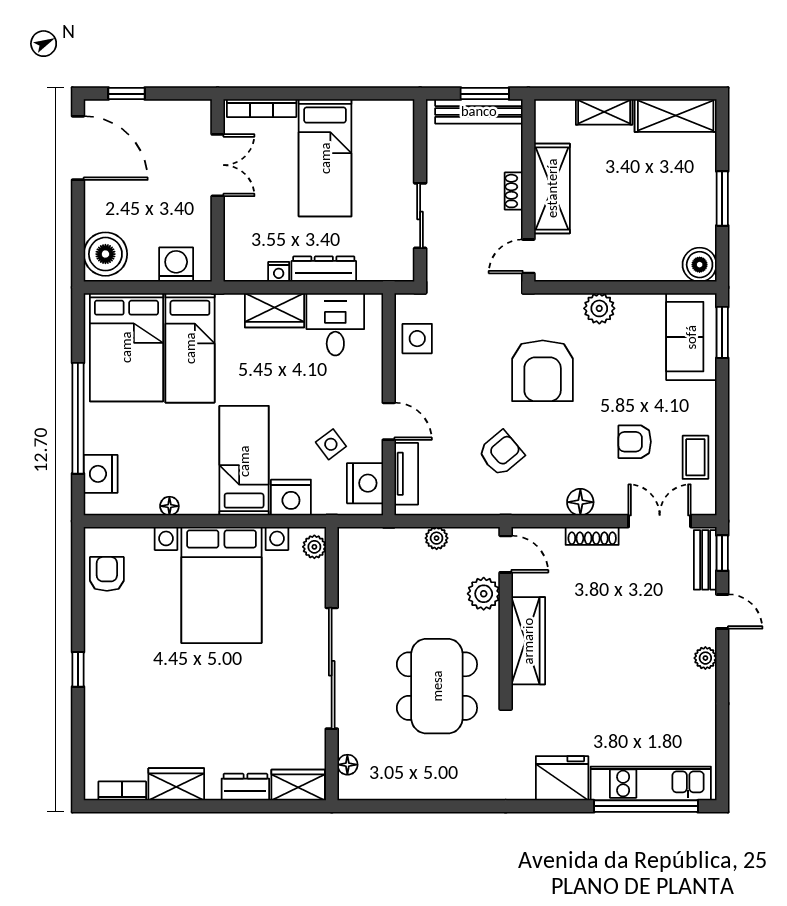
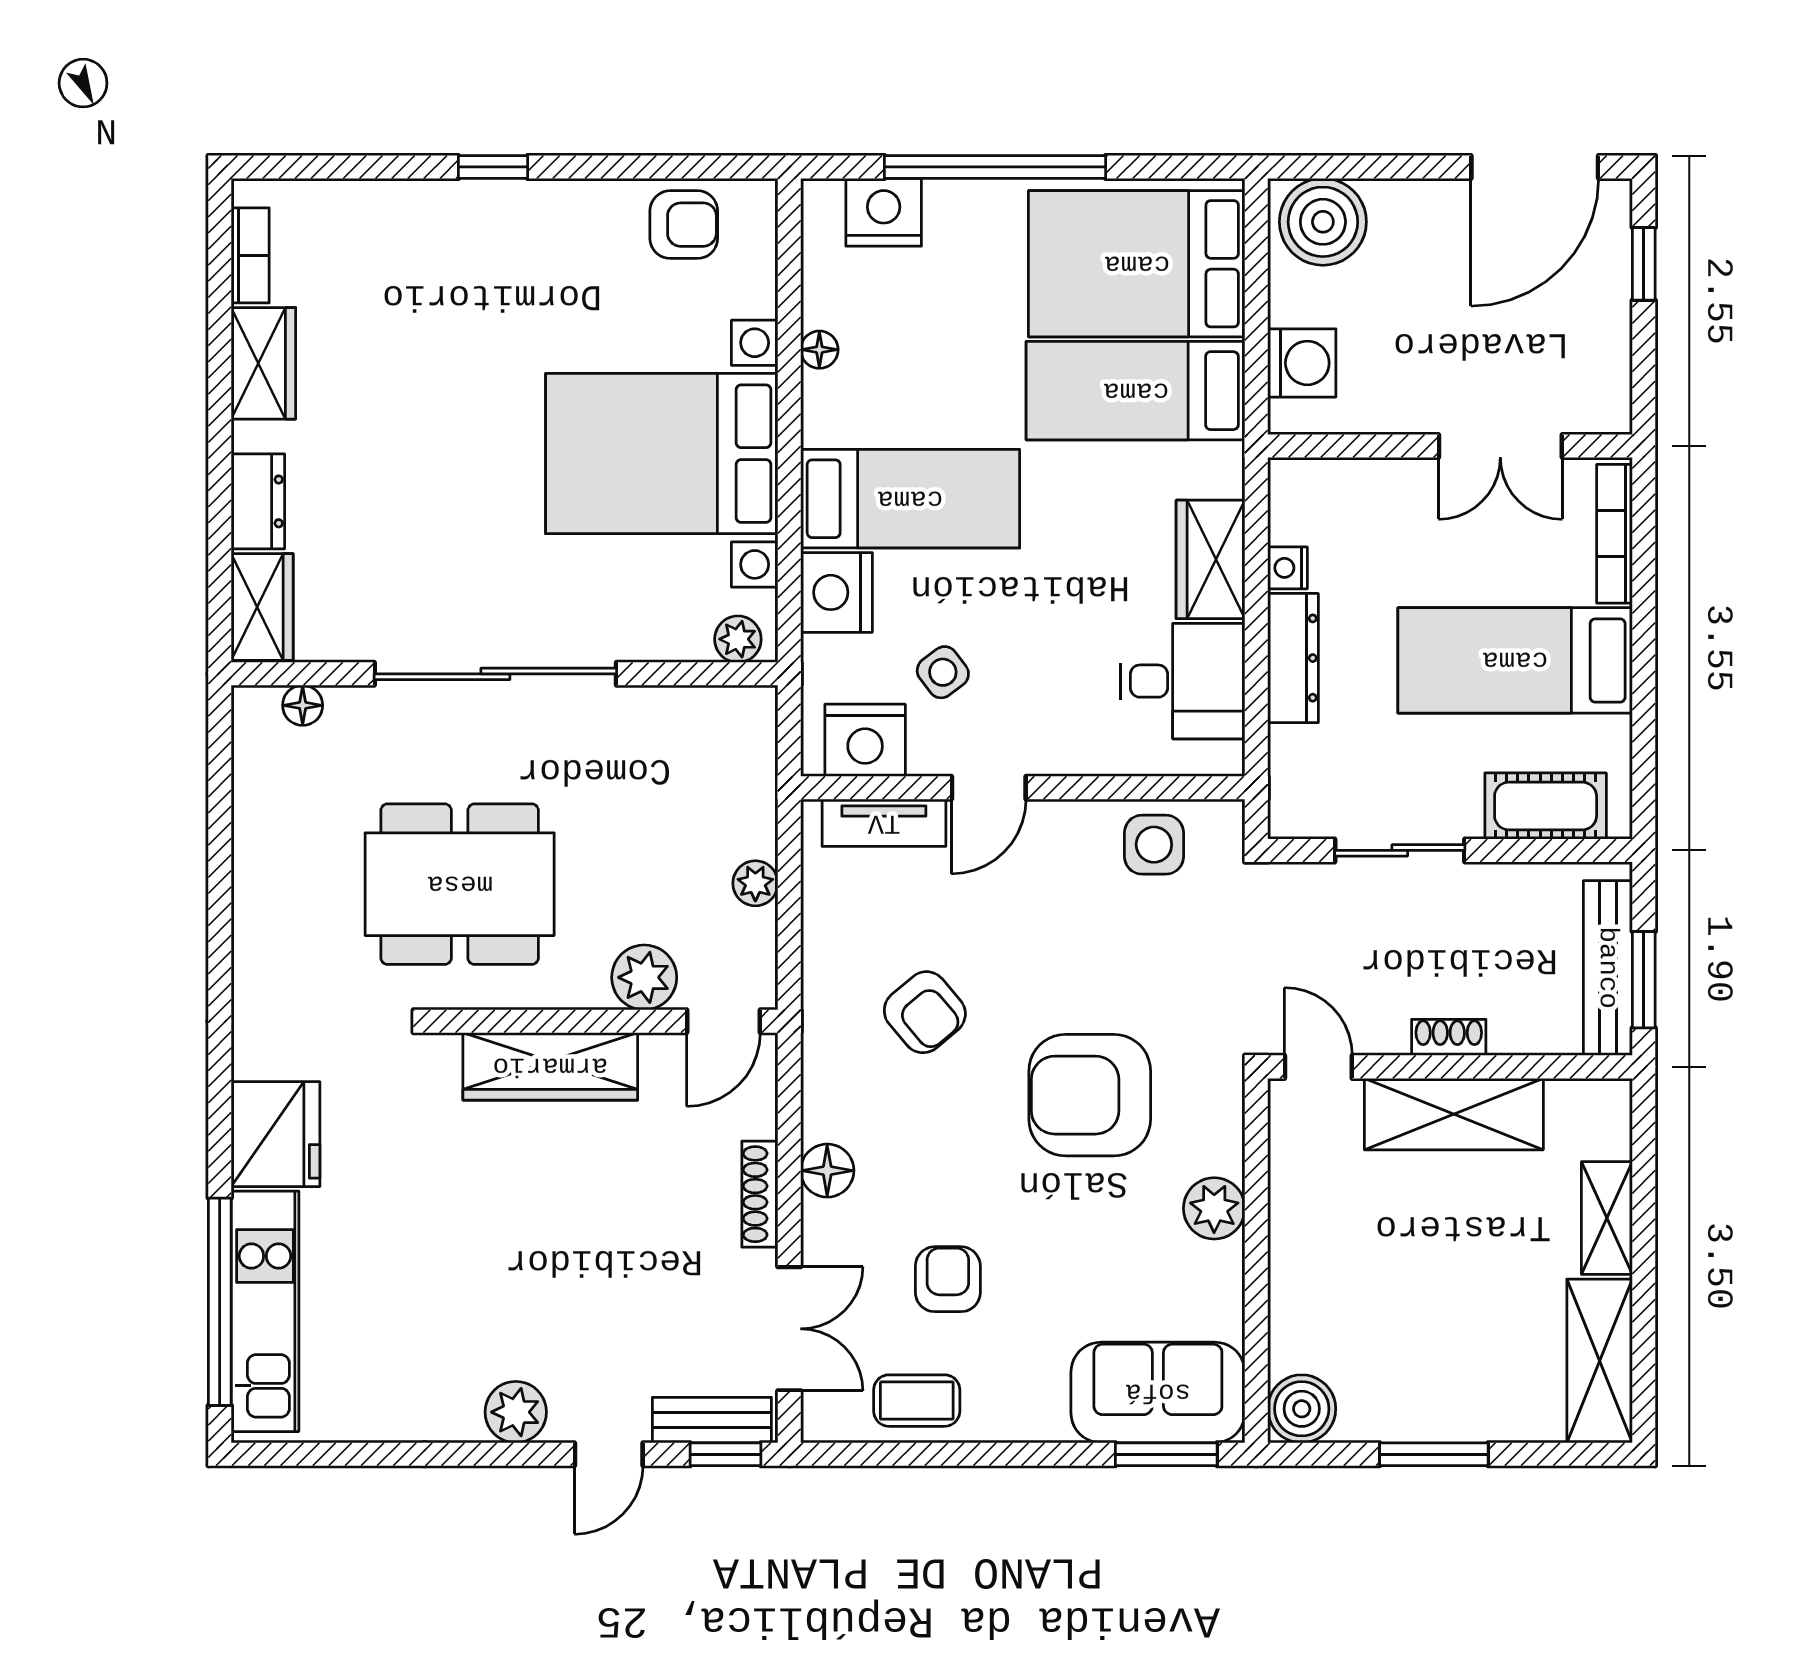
cot: (398, 143) -> (1546, 806), added
plant: (705, 658) -> (516, 1412), width x1.38, depth x1.38

